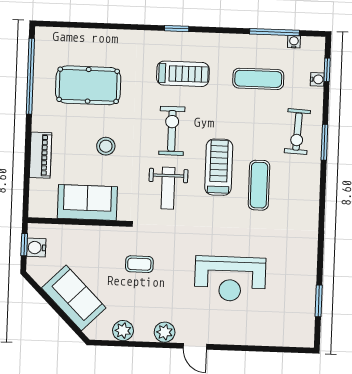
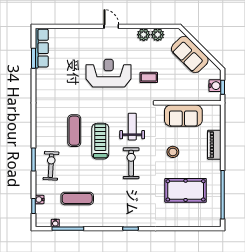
treadmill: (183, 74) -> (125, 200), removed
exercise bike: (172, 131) -> (131, 163), turned 180
treadmill: (219, 167) -> (100, 141), turned 180
reception desk: (230, 279) -> (109, 73), moved
row of seats: (305, 316) -> (42, 48), added
plant: (165, 332) -> (144, 35), moved

